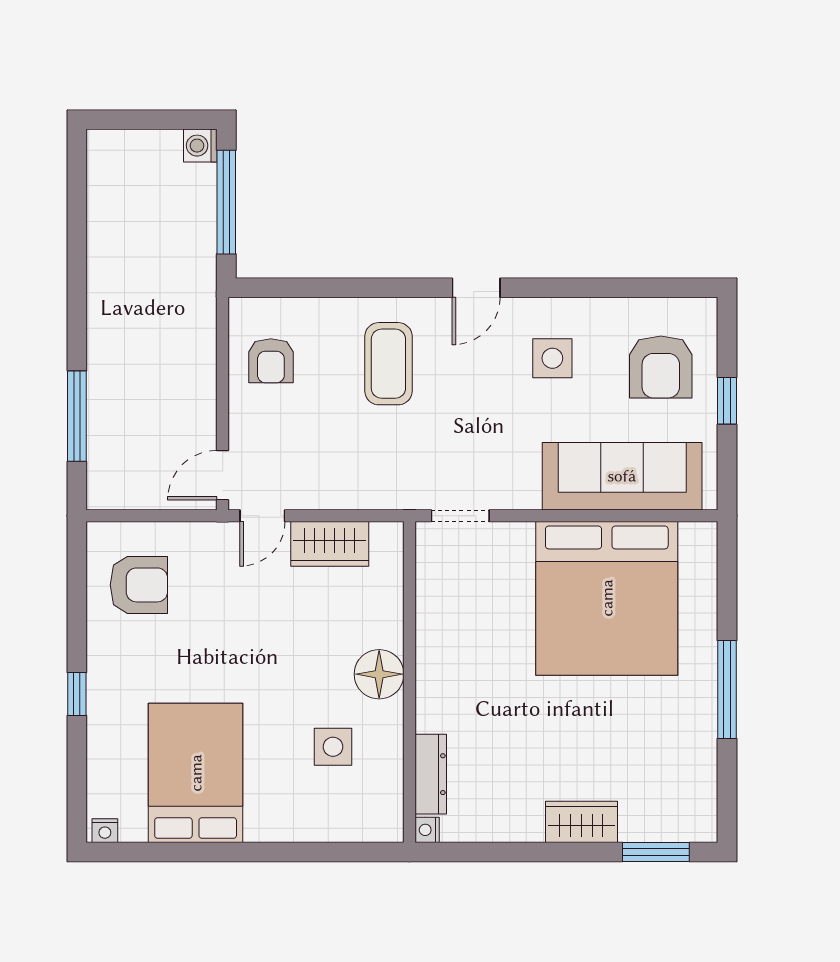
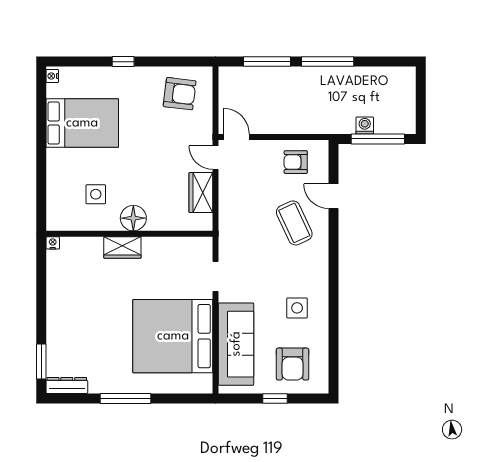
washing machine: (200, 146) -> (365, 126), moved
door: (476, 288) -> (334, 196), moved
window: (77, 299) -> (328, 62), added
coffee table: (388, 364) -> (294, 223), turned 65
armchair: (661, 367) -> (293, 364), turned -90
doorway: (460, 516) -> (215, 277), moved
armchair: (139, 585) -> (180, 94), turned -83
dresser: (431, 774) -> (67, 385), moved, turned 180
wardrobe: (581, 822) -> (122, 248), moved, turned 90

